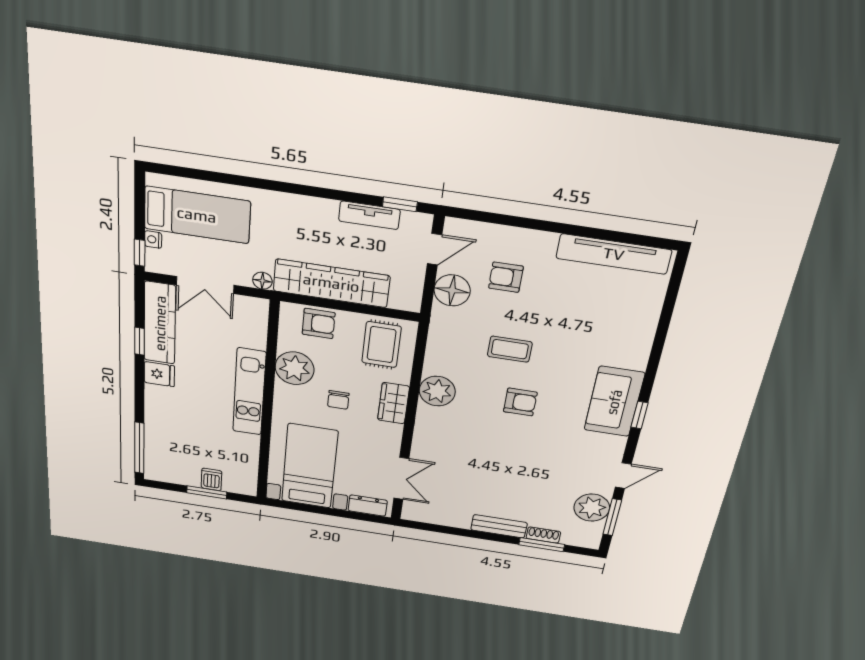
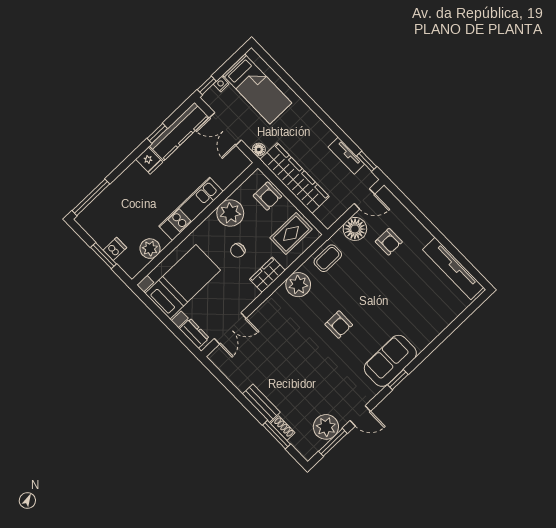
armchair: (506, 277) -> (389, 242), turned 180
coffee table: (510, 349) -> (328, 258), moved, turned 90
plant: (246, 457) -> (150, 249), added

